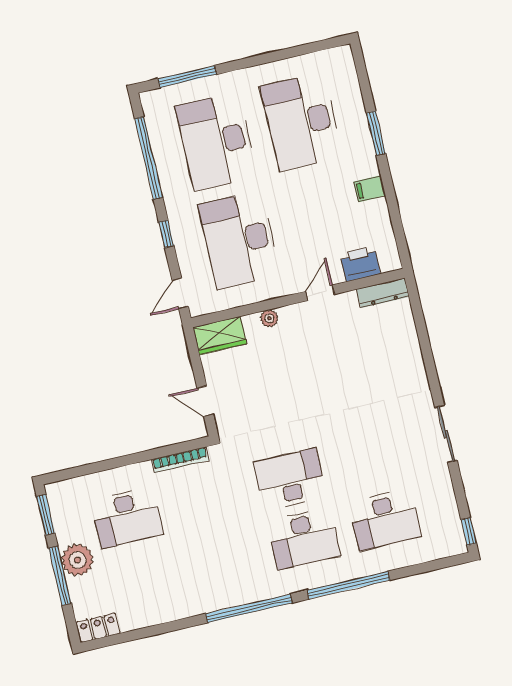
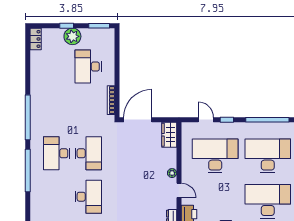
door: (180, 294) -> (206, 120), moved
plant: (269, 318) -> (172, 173), moved
door: (205, 401) -> (138, 120), width x1.87
desk: (385, 520) -> (88, 197), moved, turned 180
window: (60, 576) -> (67, 26), width x0.46

